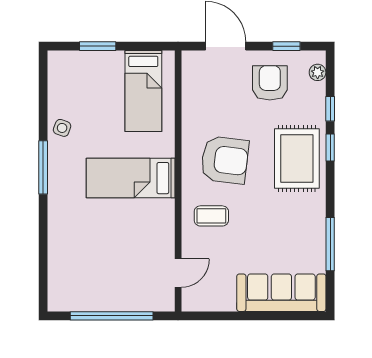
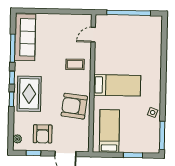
window: (330, 109) -> (12, 78), moved
armchair: (225, 160) -> (74, 106), moved
window: (43, 167) -> (162, 135), moved
sofa: (281, 293) -> (25, 37), moved, turned -90

